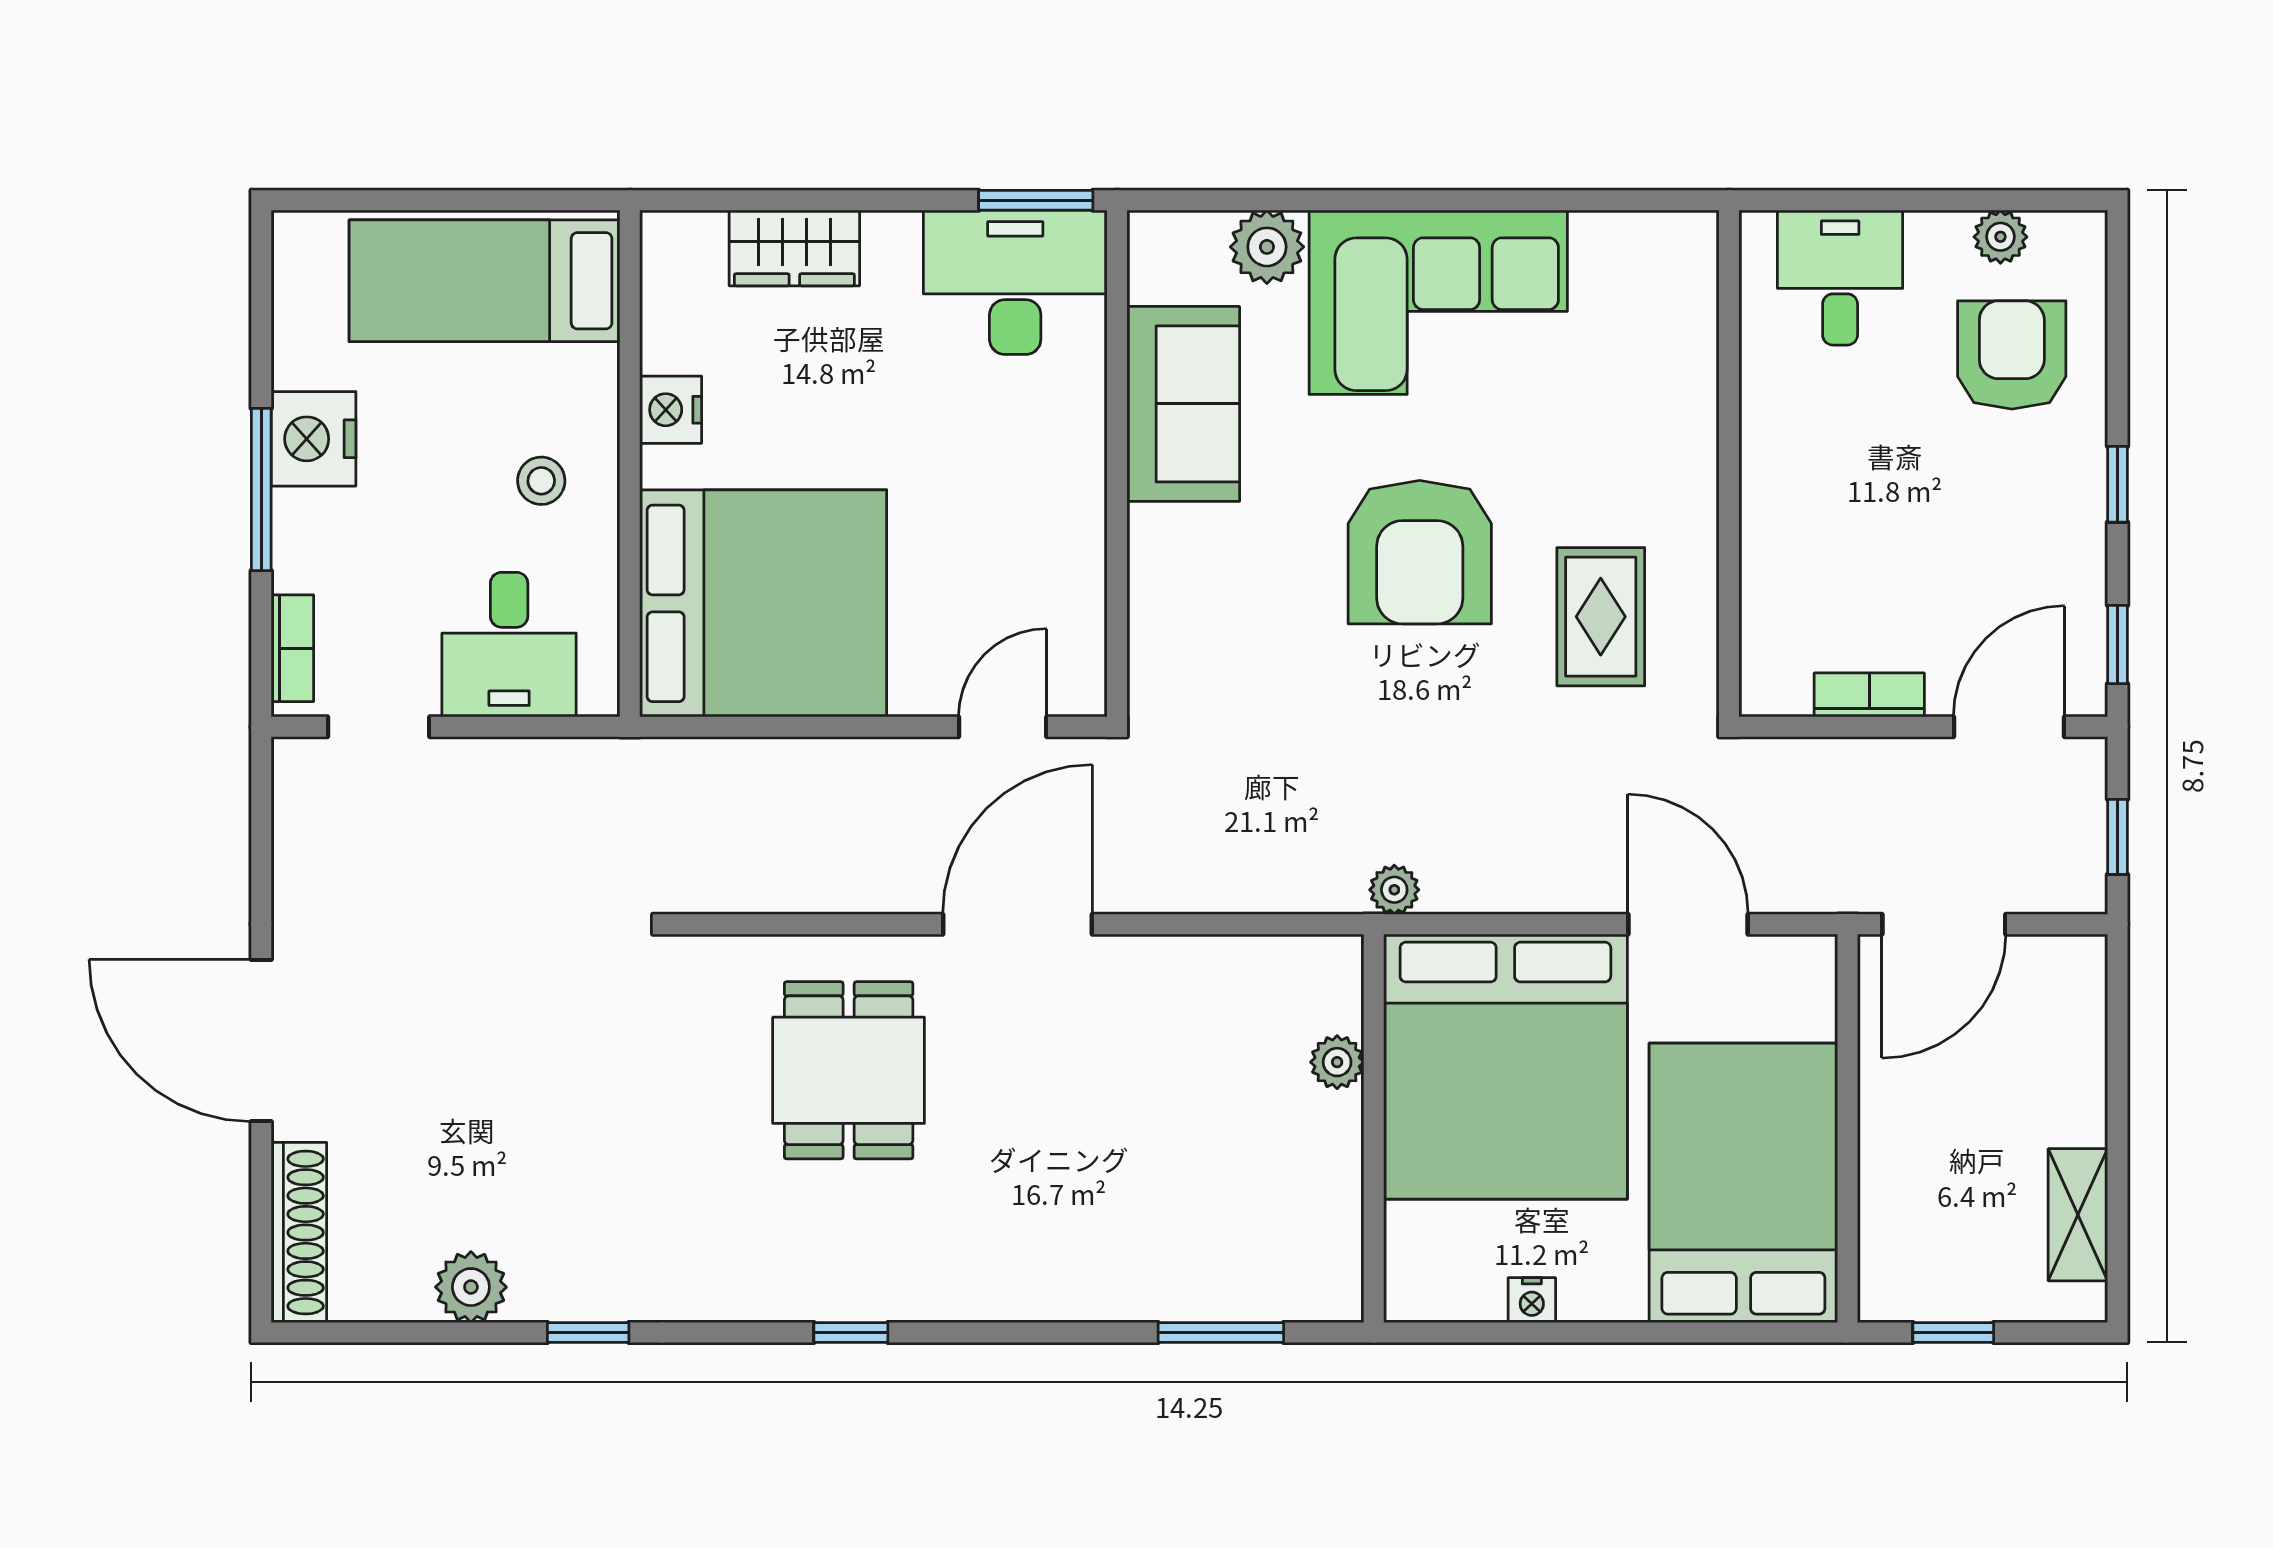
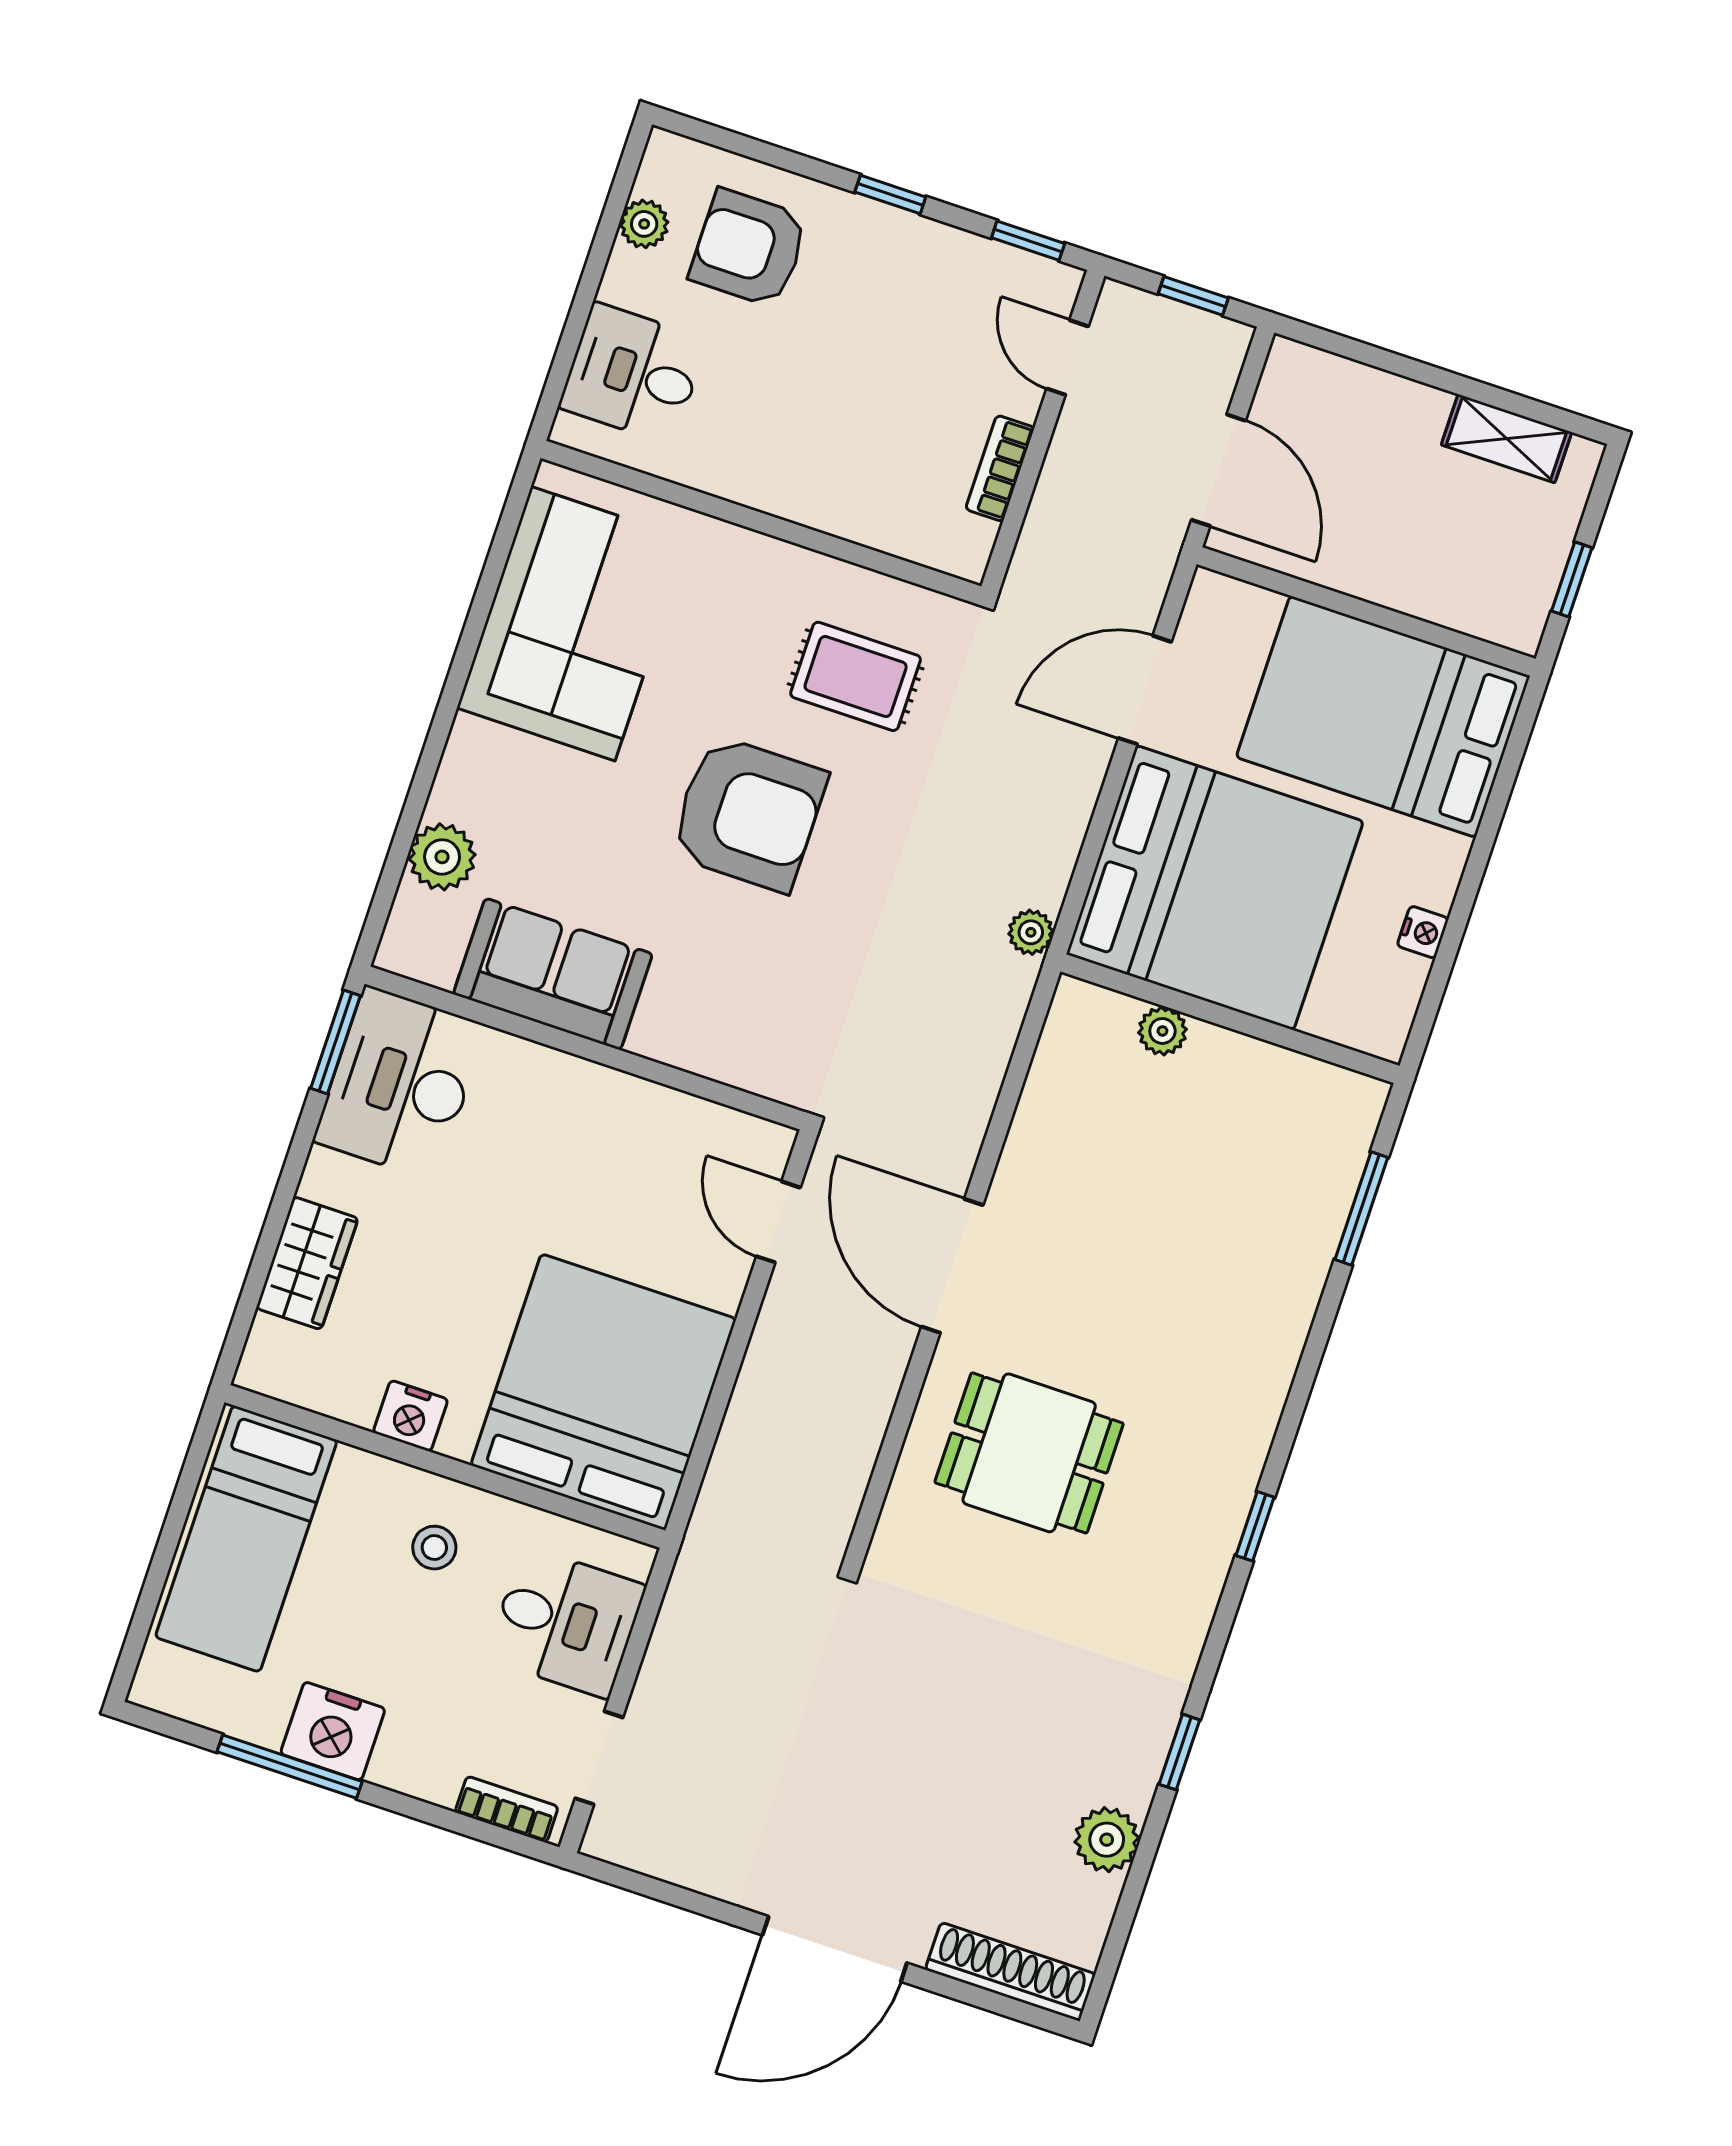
corner sofa: (1438, 302) -> (573, 624), moved
window: (261, 489) -> (290, 1767), moved
door: (2009, 727) -> (1068, 358), width x0.73

